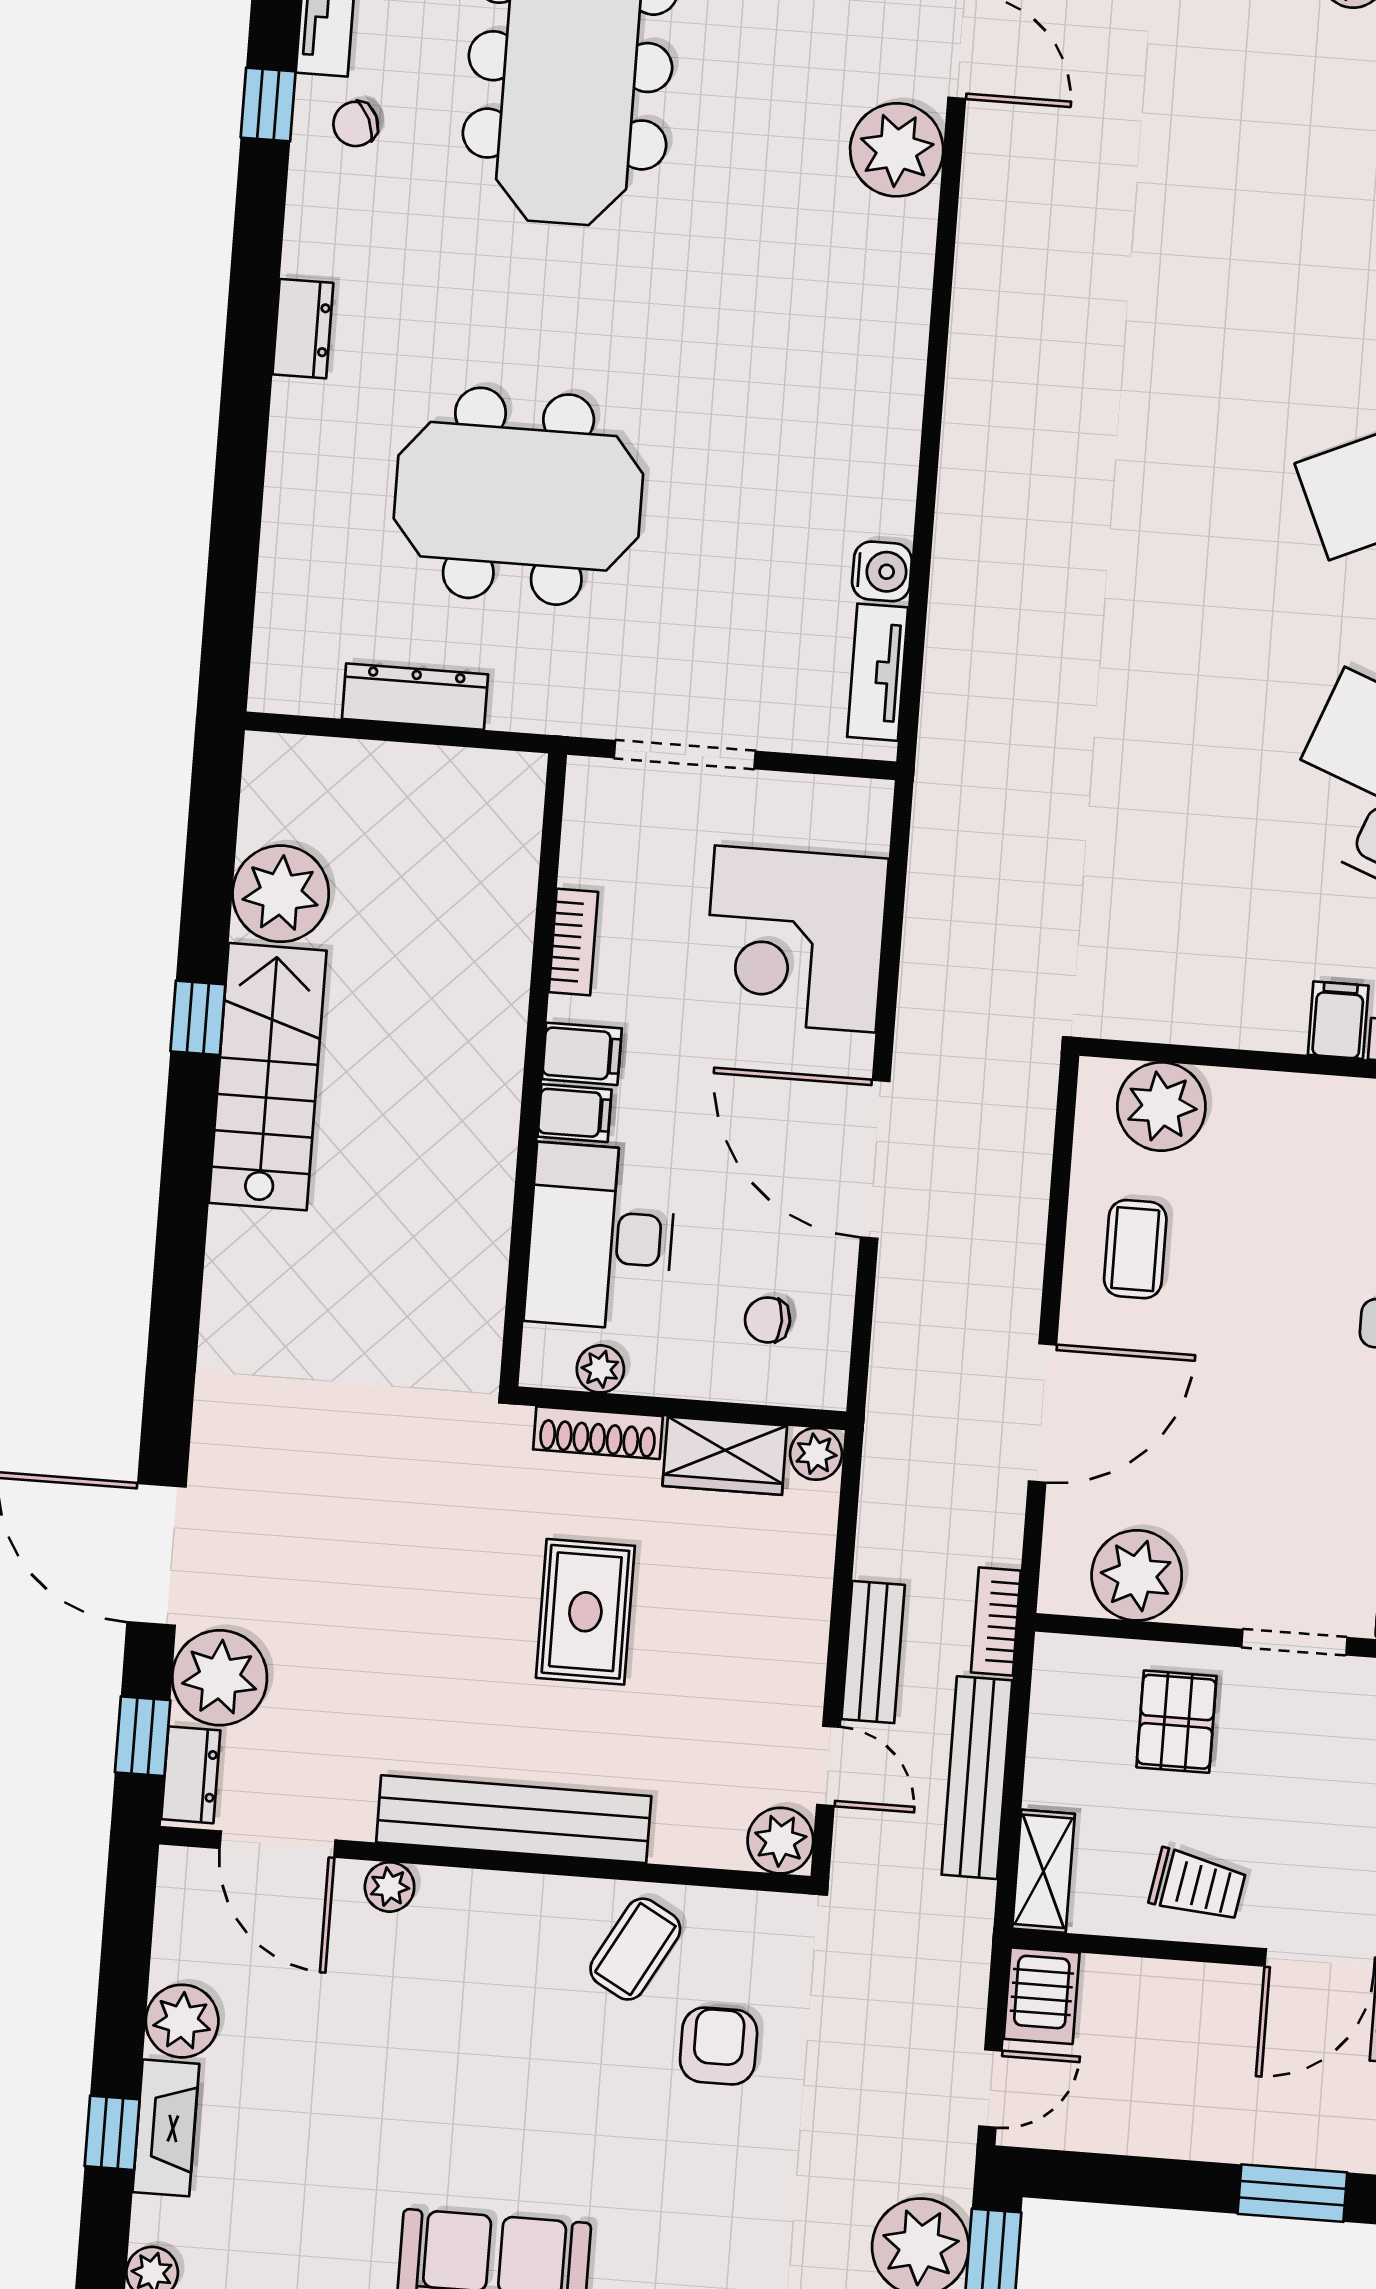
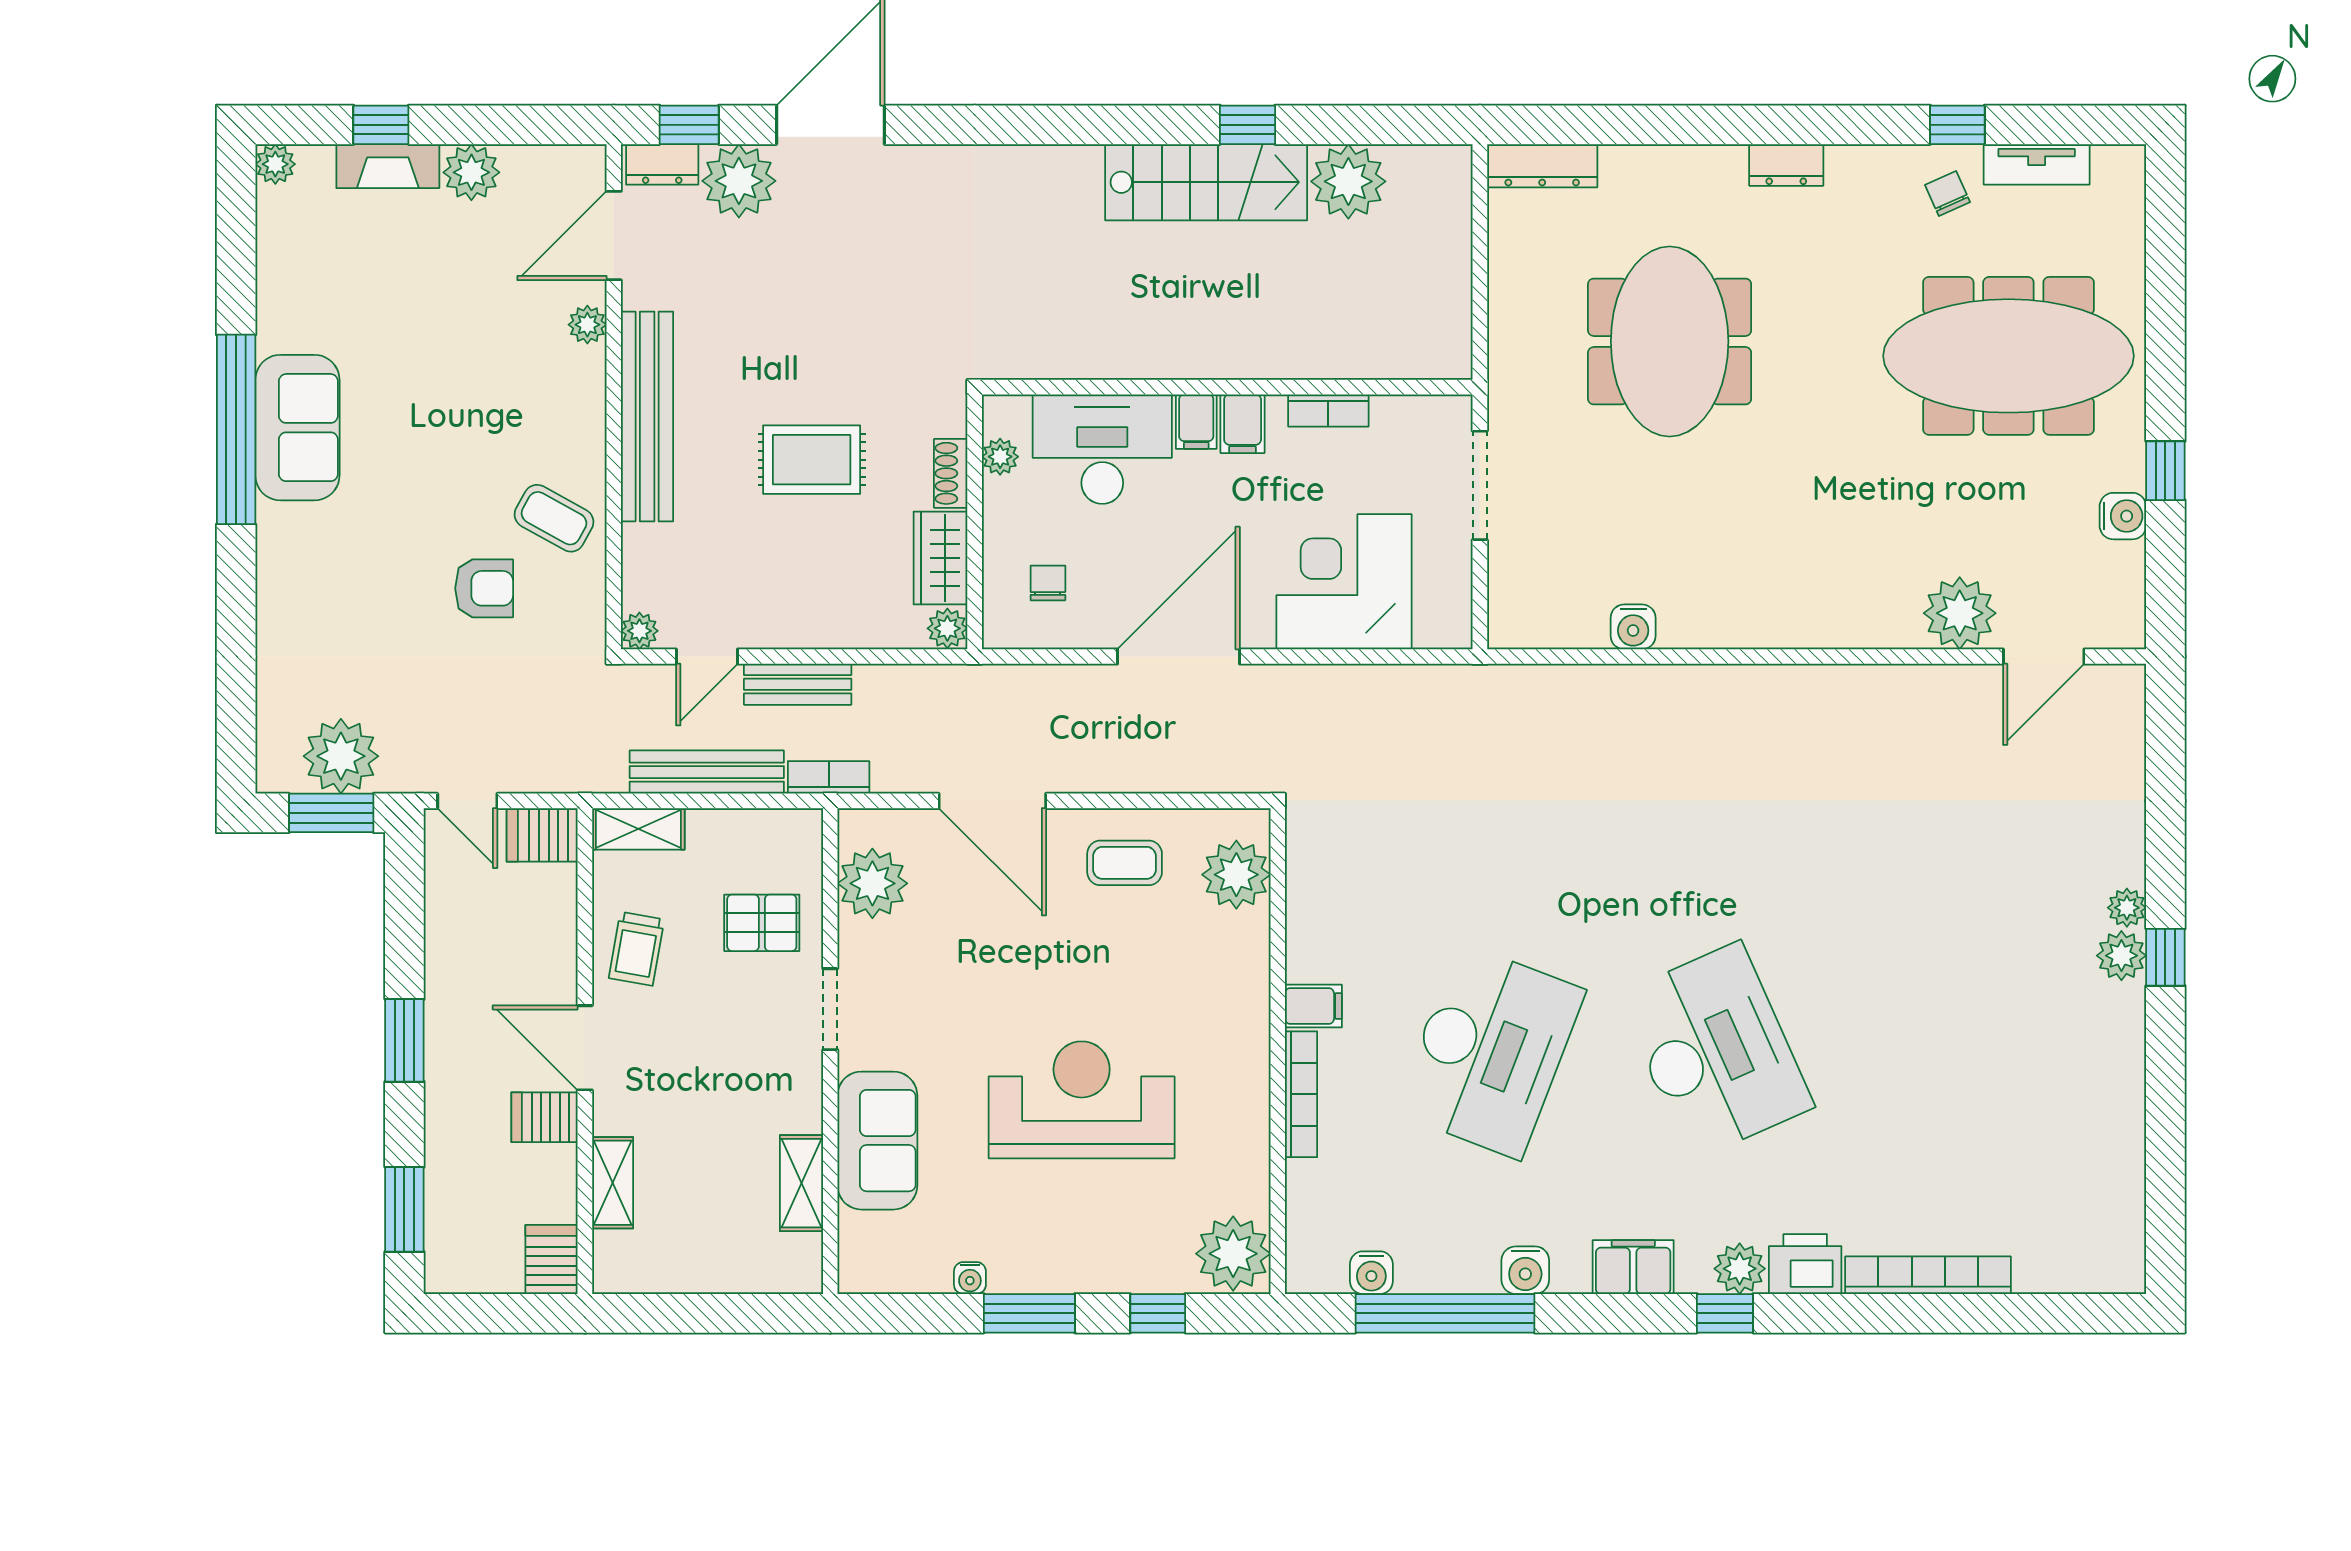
tv unit: (878, 672) -> (1555, 630), removed
dresser: (415, 697) -> (1542, 166), moved, turned 90
shoe rack: (598, 1433) -> (951, 473), width x0.70
plant: (780, 1841) -> (639, 631), width x0.73, depth x0.73

